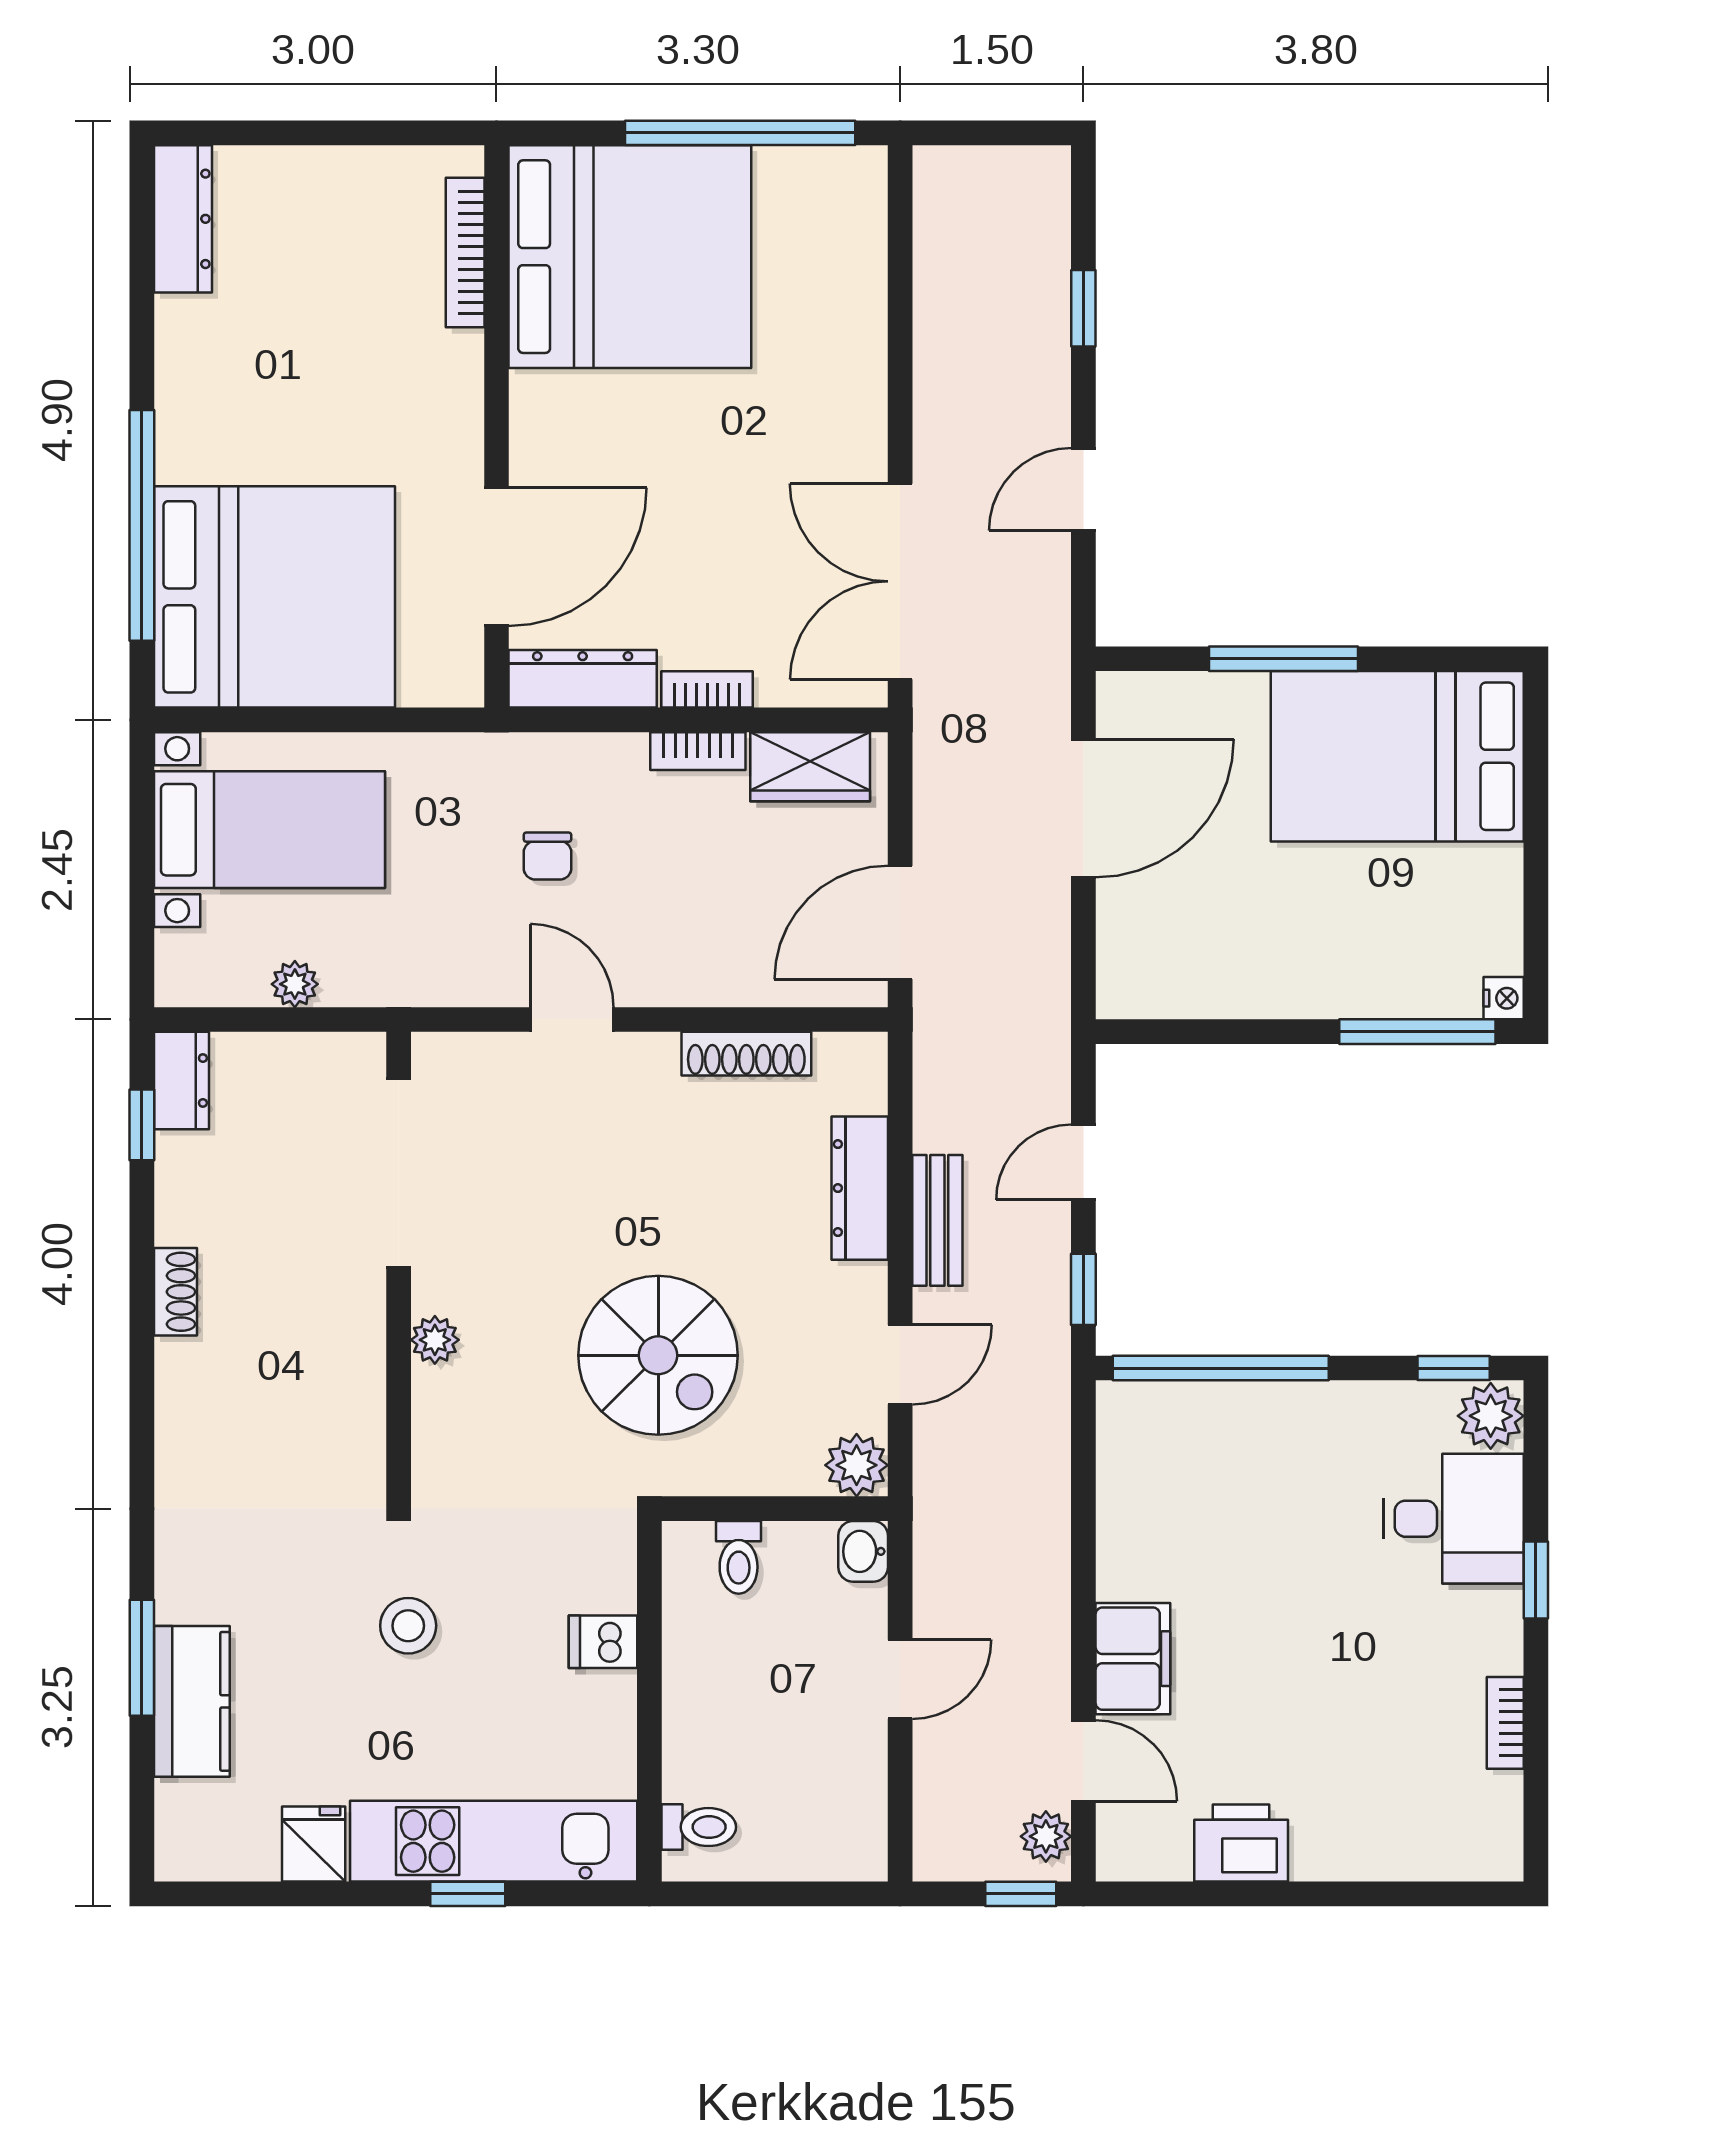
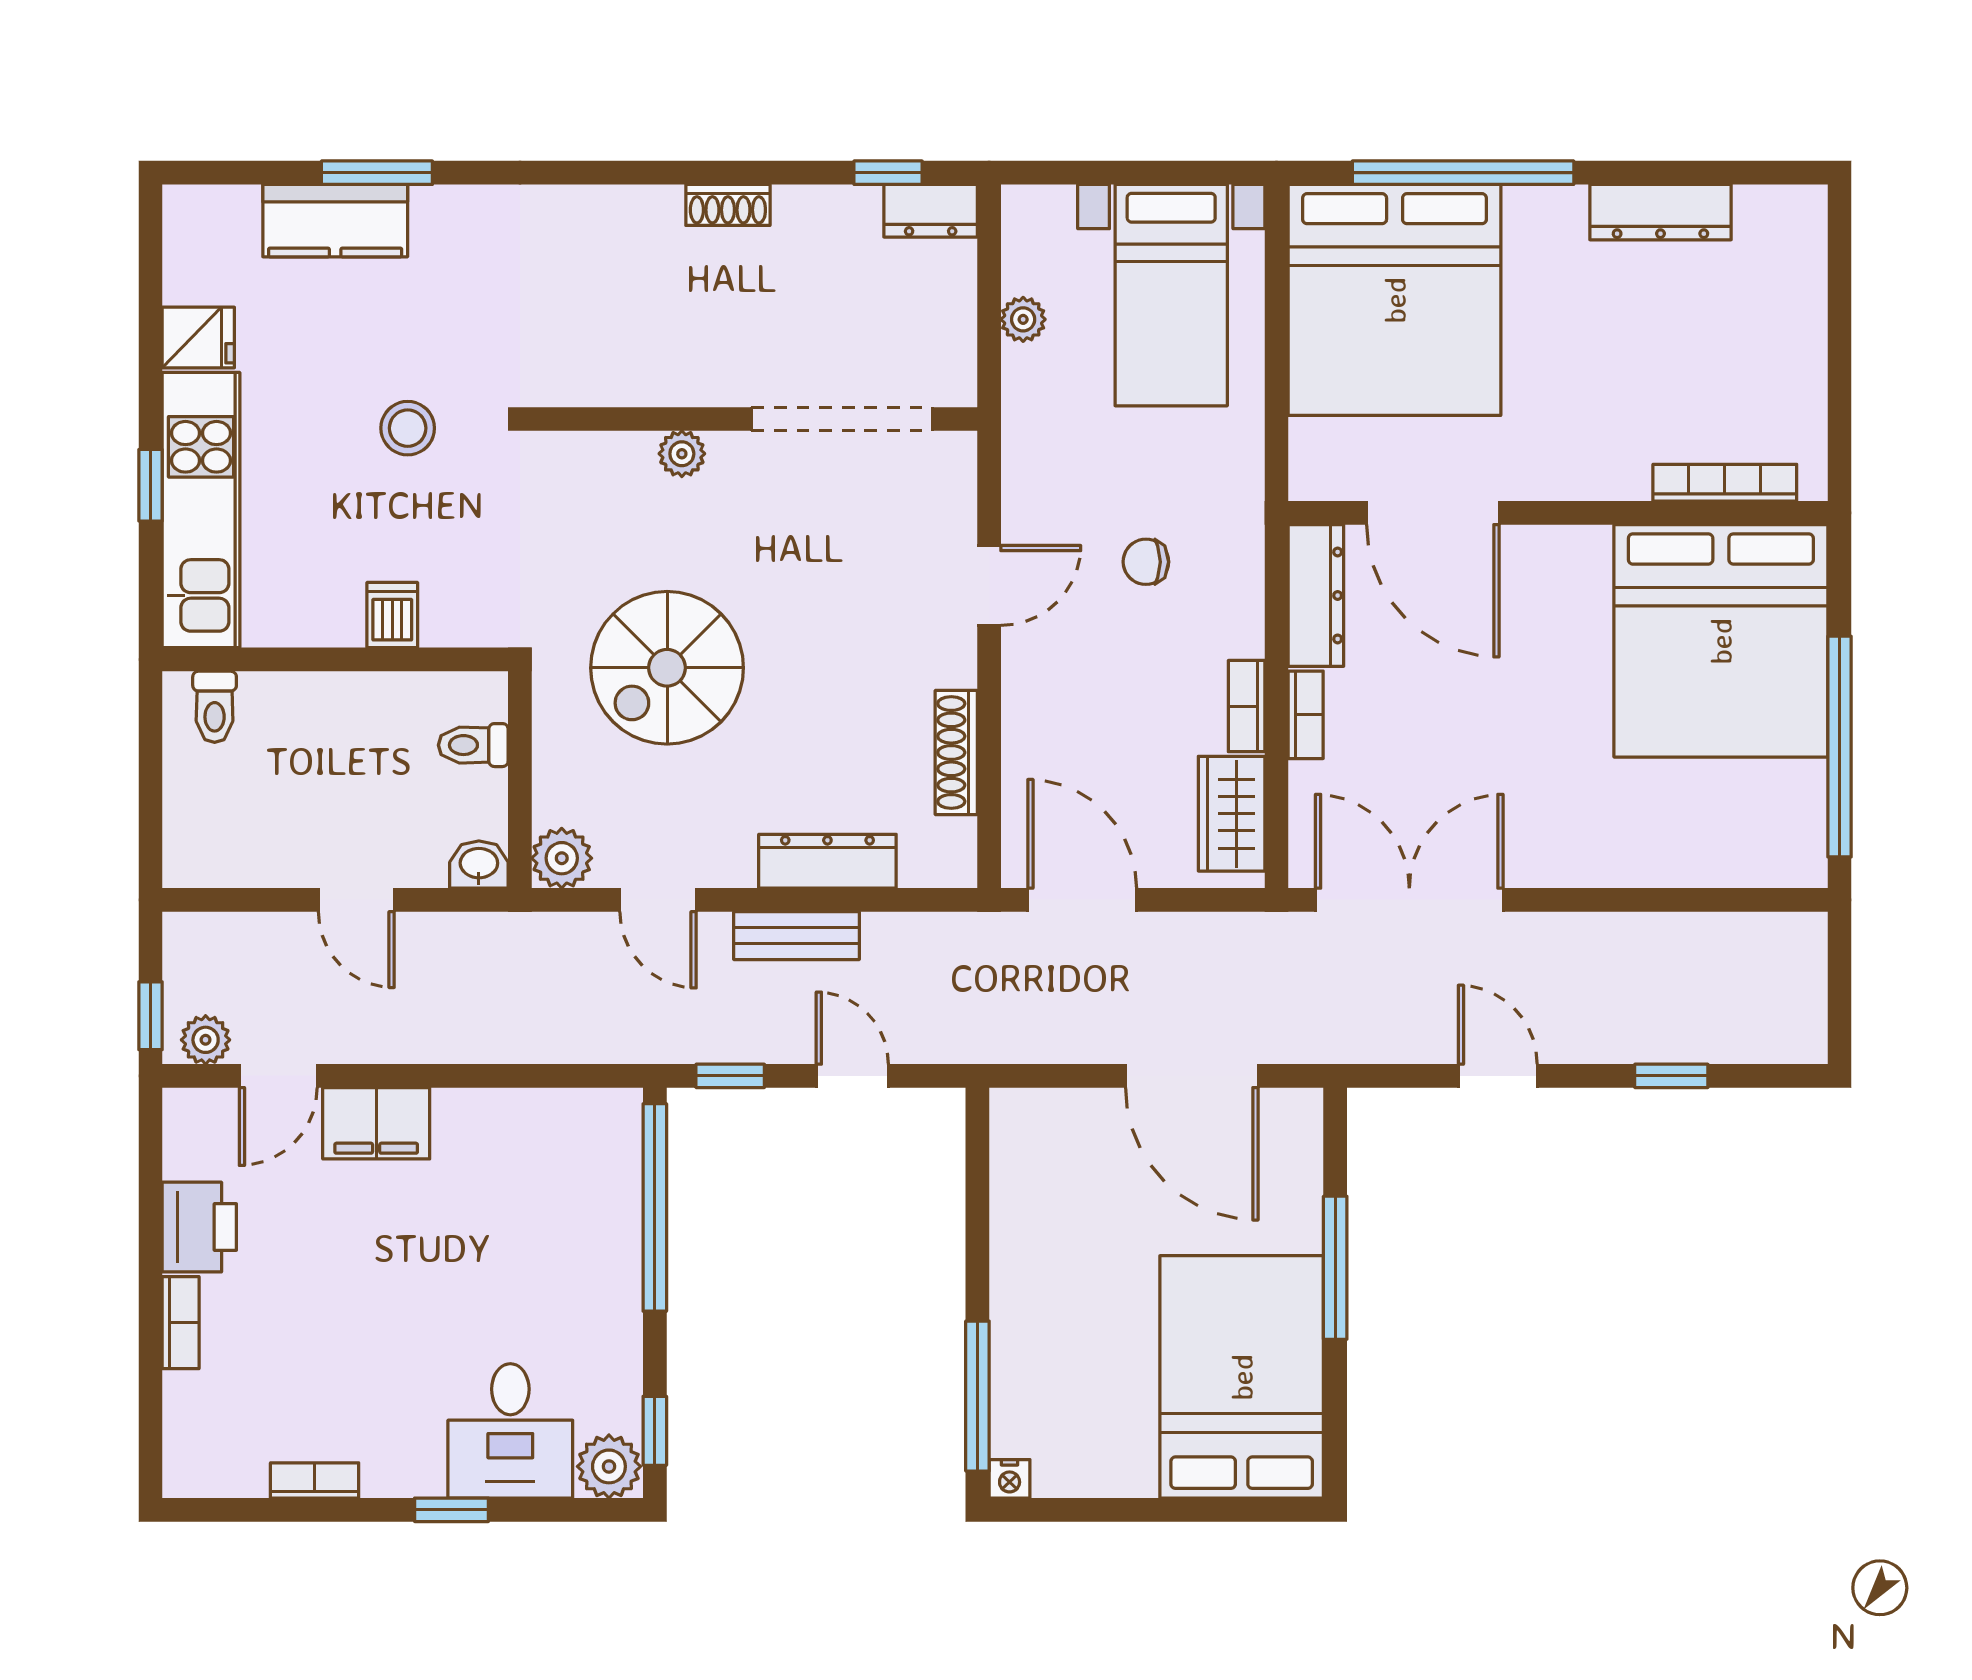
dresser: (183, 219) -> (1660, 212), moved
bookcase: (1341, 1862) -> (181, 1323), added

